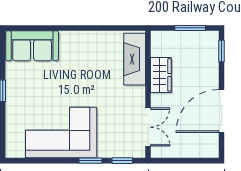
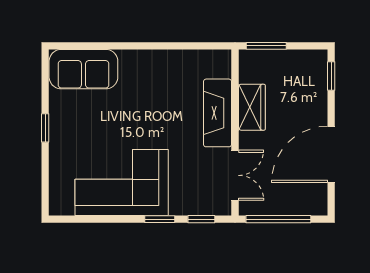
window: (190, 28) -> (266, 46), moved
fireplace: (135, 59) -> (218, 113), moved
window: (181, 161) -> (278, 219), added

